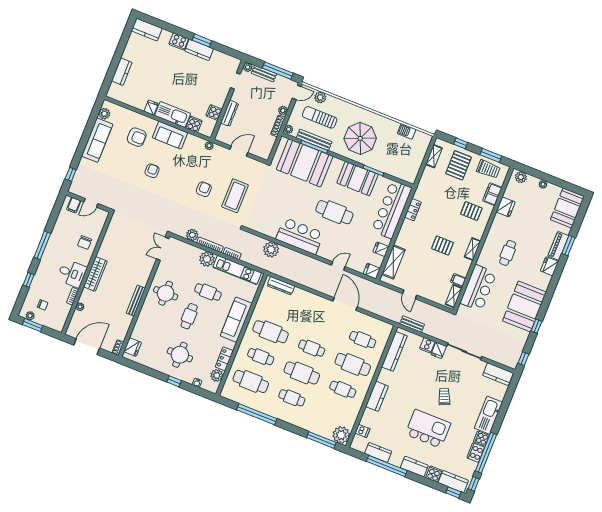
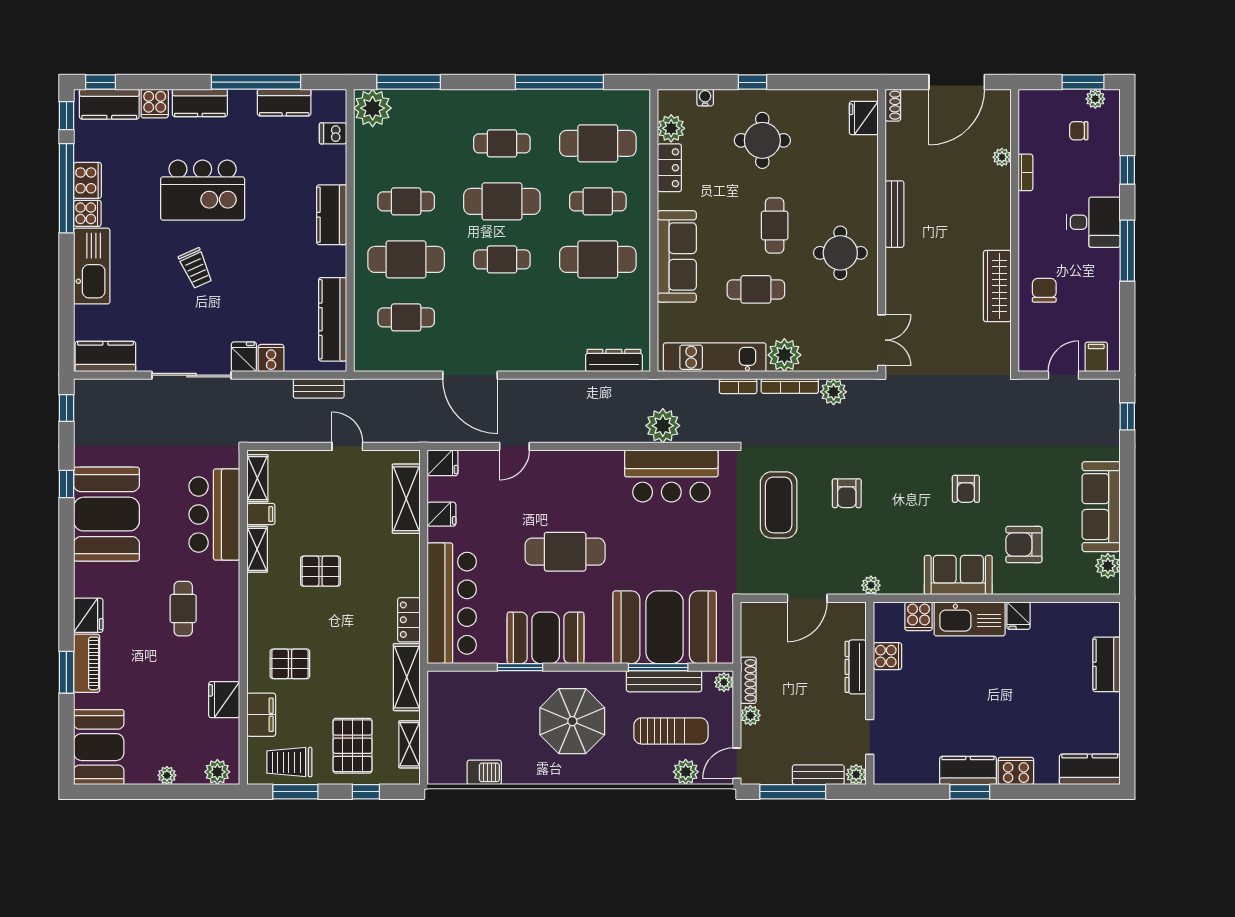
shelving: (424, 185) -> (407, 677), added
bar counter: (300, 236) -> (671, 476), moved
shelving: (473, 249) -> (257, 549), moved
desk: (72, 273) -> (1093, 222), moved, turned 180
wardrobe: (95, 274) -> (997, 286), moved

